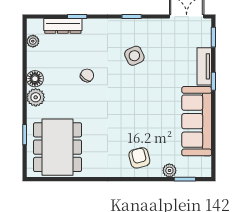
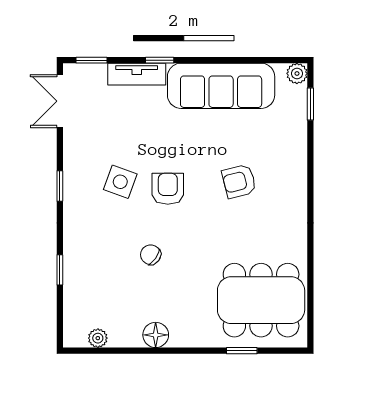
dresser: (63, 26) -> (74, 292), removed
side table: (134, 56) -> (120, 182), turned 45
armchair: (130, 87) -> (168, 189), added
plant: (36, 97) -> (184, 334), removed
armchair: (139, 158) -> (239, 181), moved
plant: (169, 170) -> (297, 73), moved

